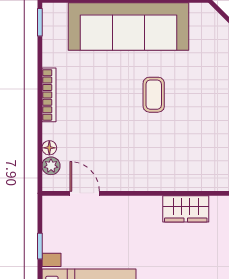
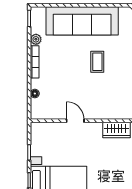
plant: (51, 166) -> (36, 39), moved
door: (85, 193) -> (75, 121), moved

